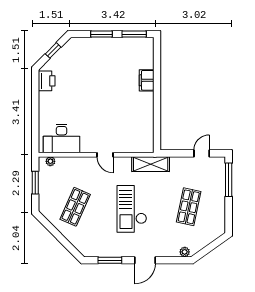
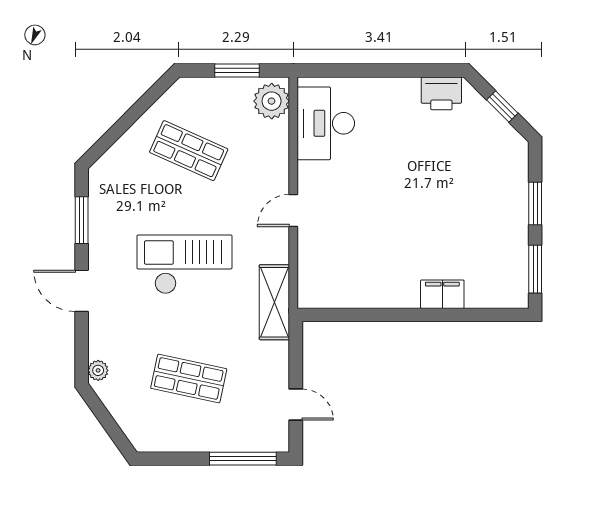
plant: (50, 161) -> (272, 101), width x1.88, depth x1.88

